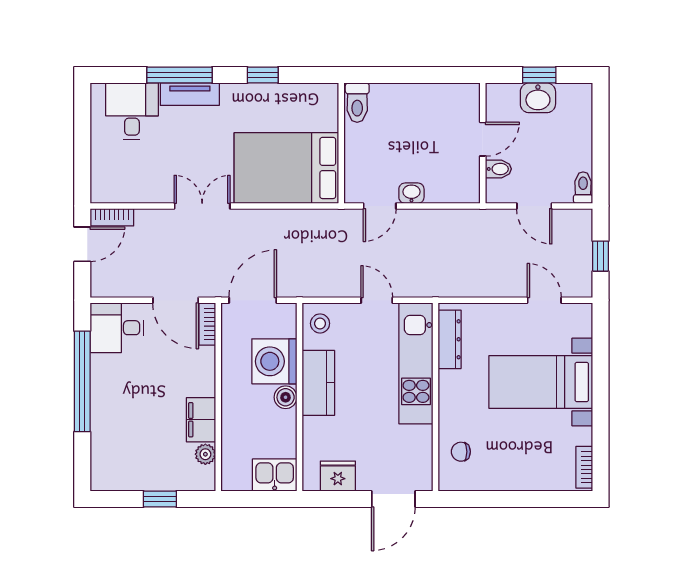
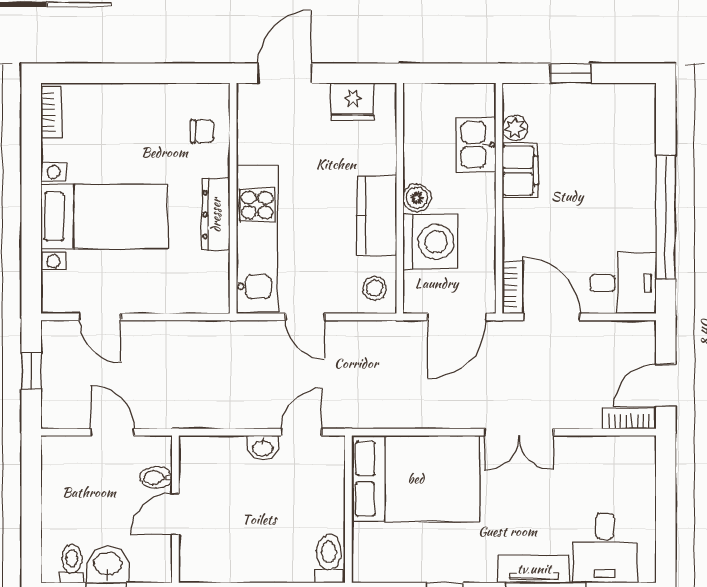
toilet: (583, 188) -> (72, 564), moved, turned 180
dresser: (450, 339) -> (216, 215), moved
kitchen sink: (275, 475) -> (476, 145), moved, turned 90

